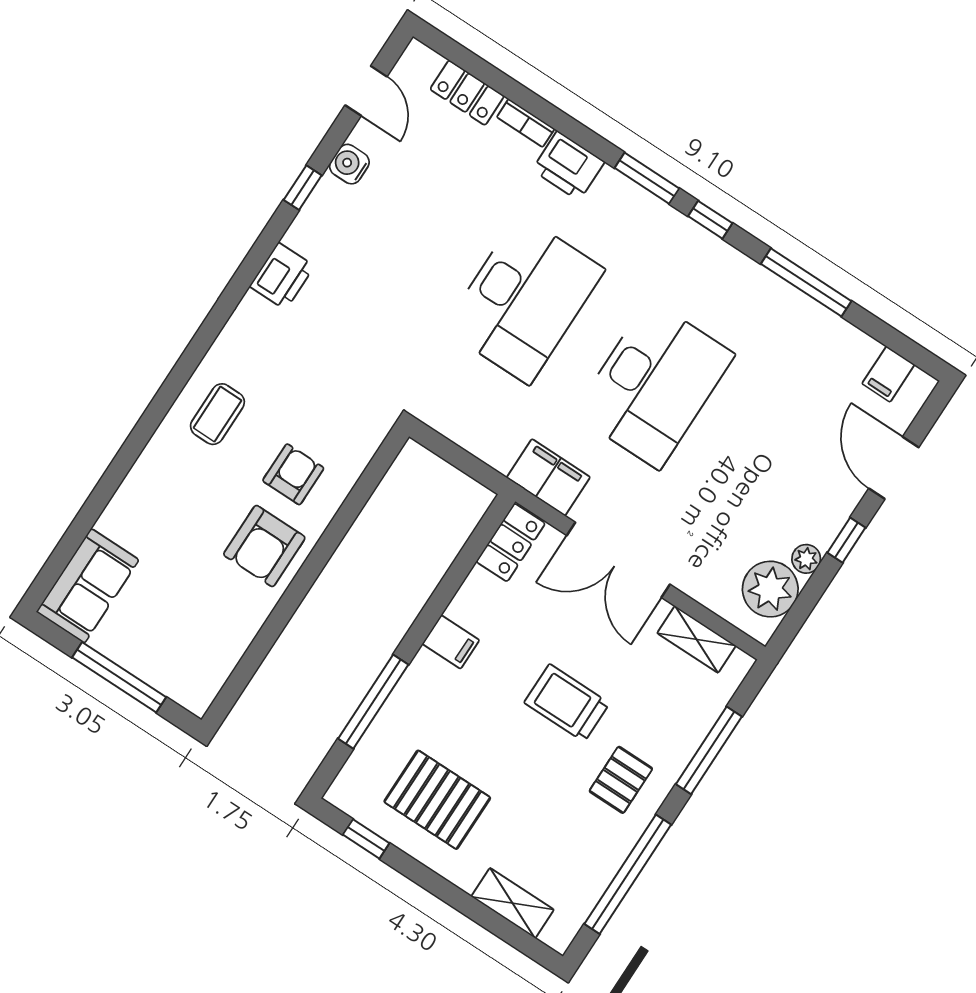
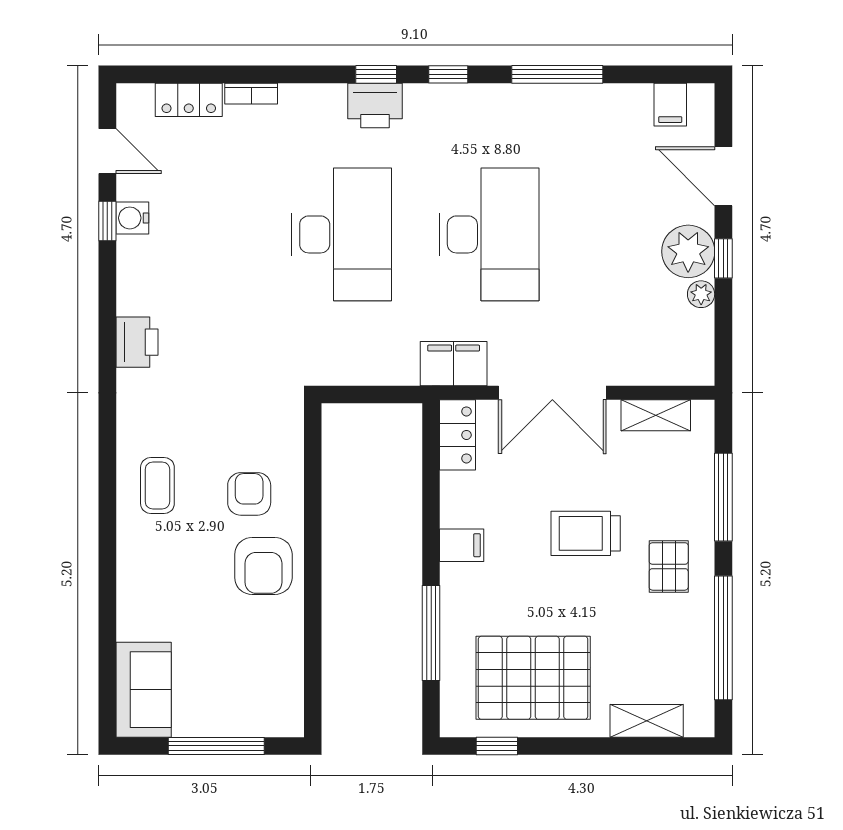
printer: (568, 166) -> (375, 105), moved
window: (647, 178) -> (376, 74), width x0.67
window: (303, 188) -> (107, 221), moved
plant: (770, 589) -> (688, 251), moved
pallet: (437, 800) -> (533, 678), width x1.37, depth x1.41

